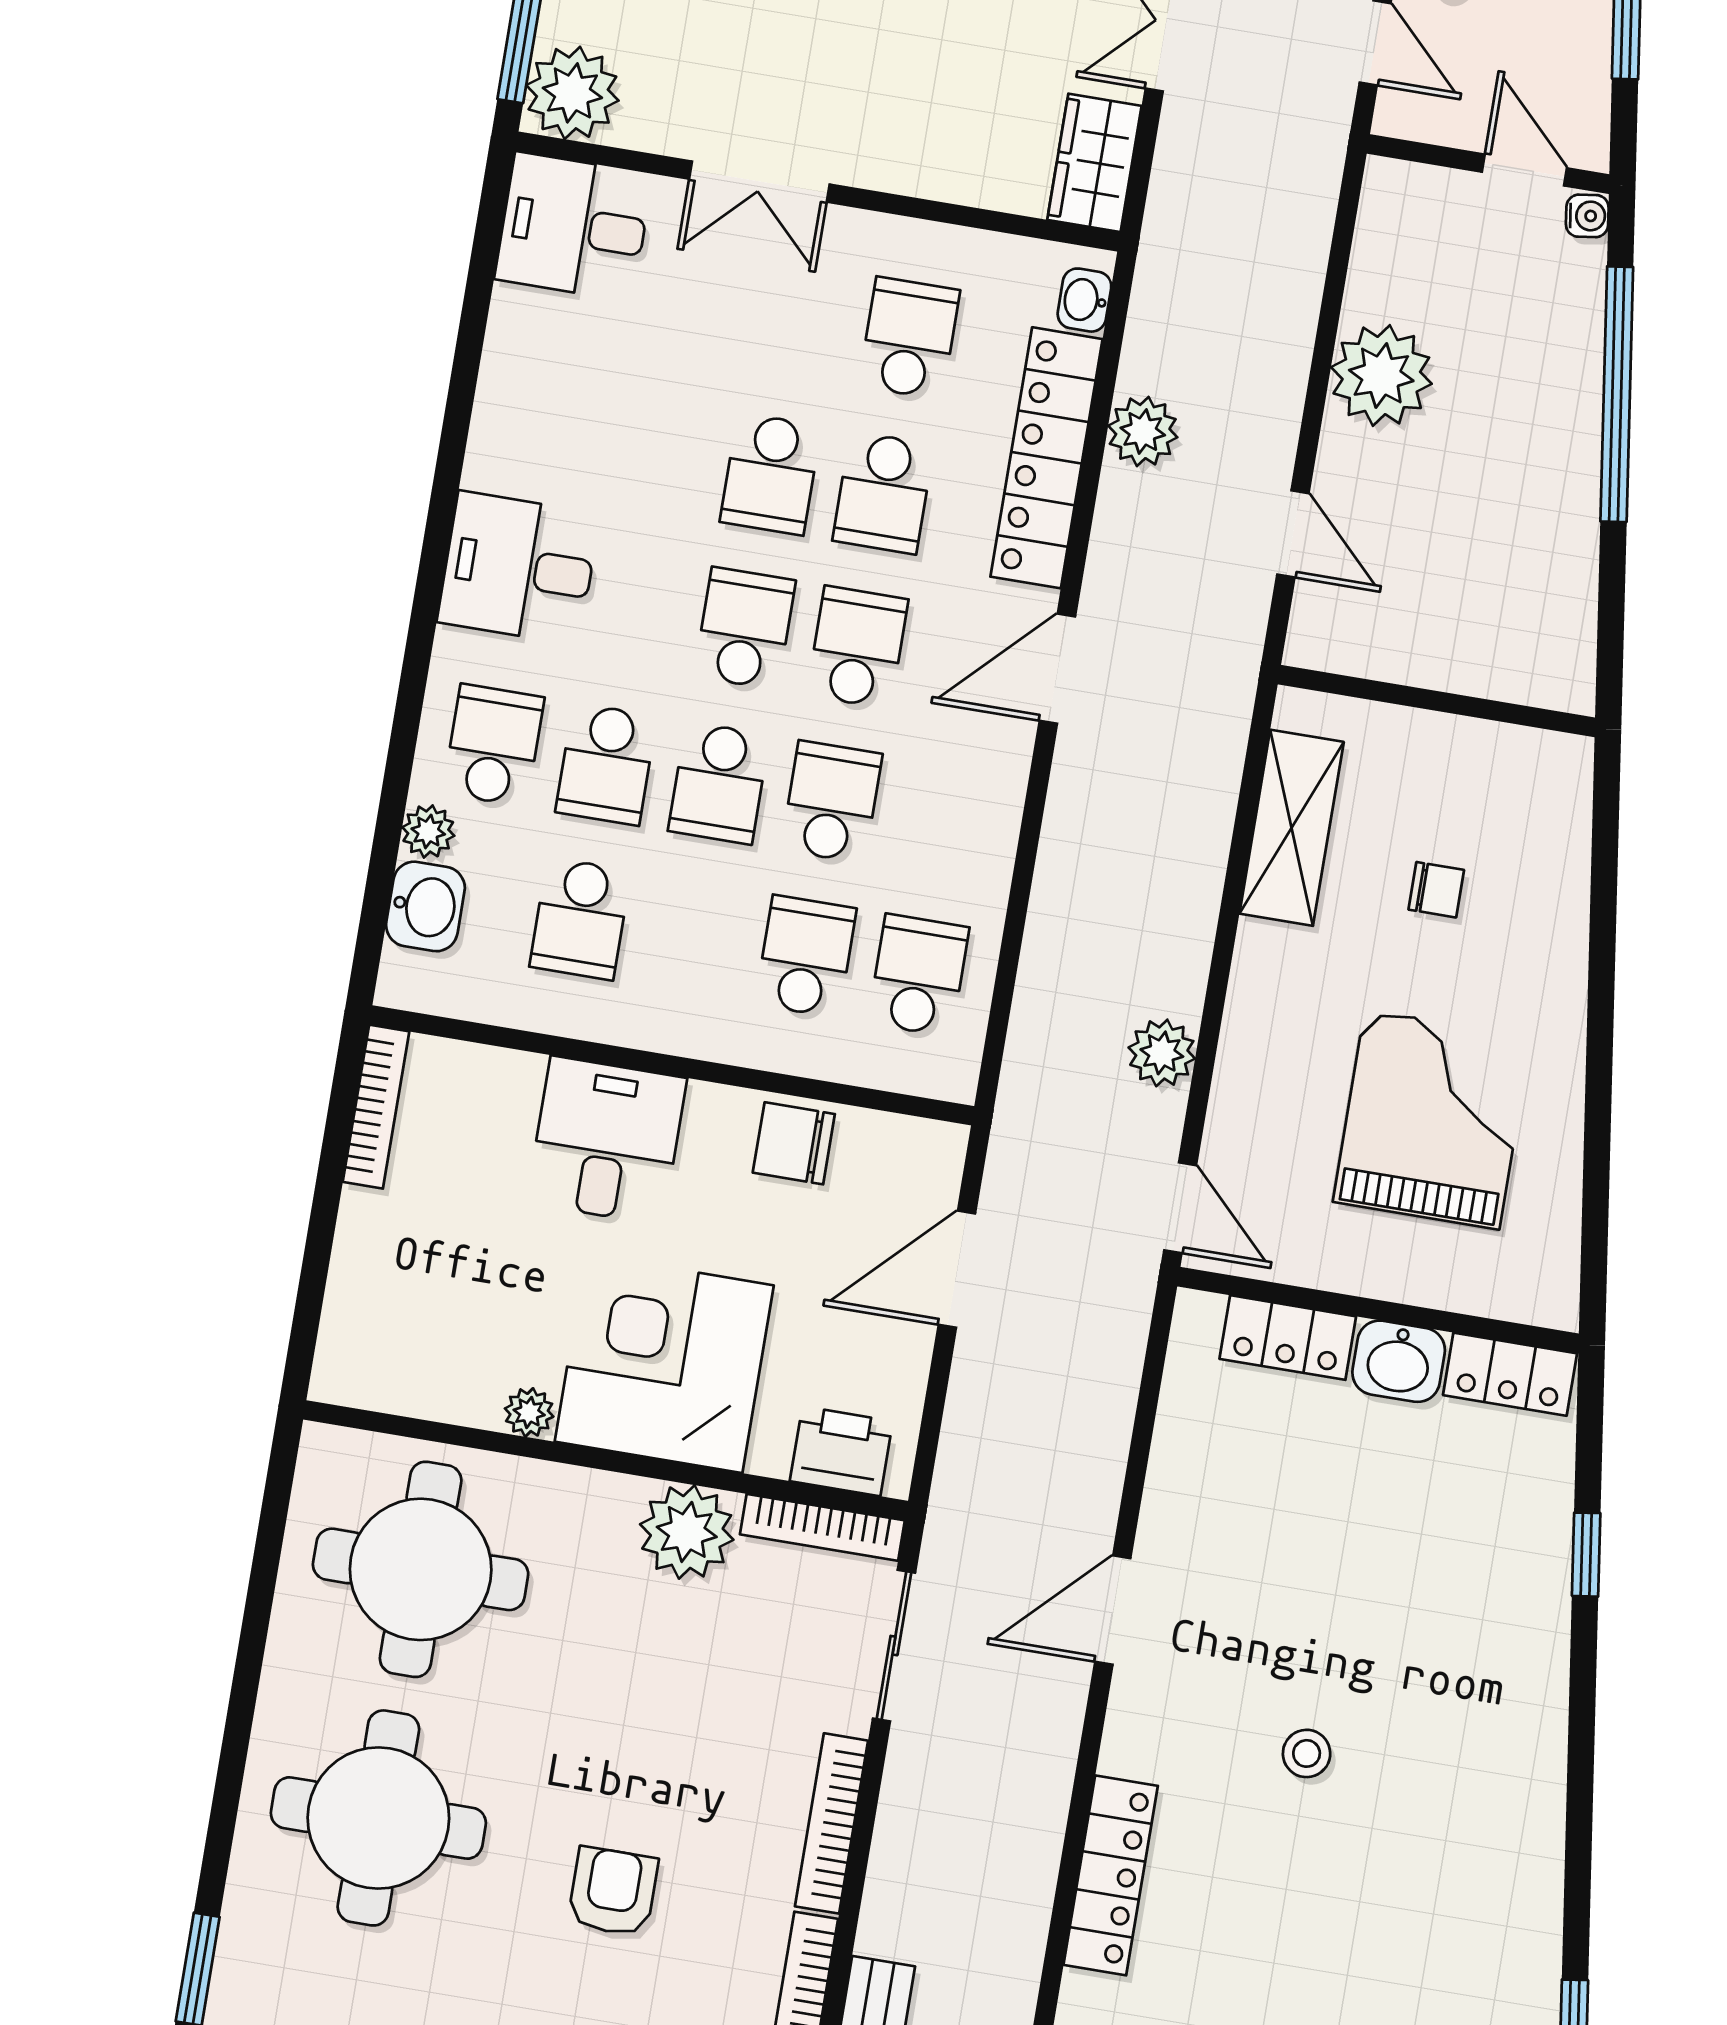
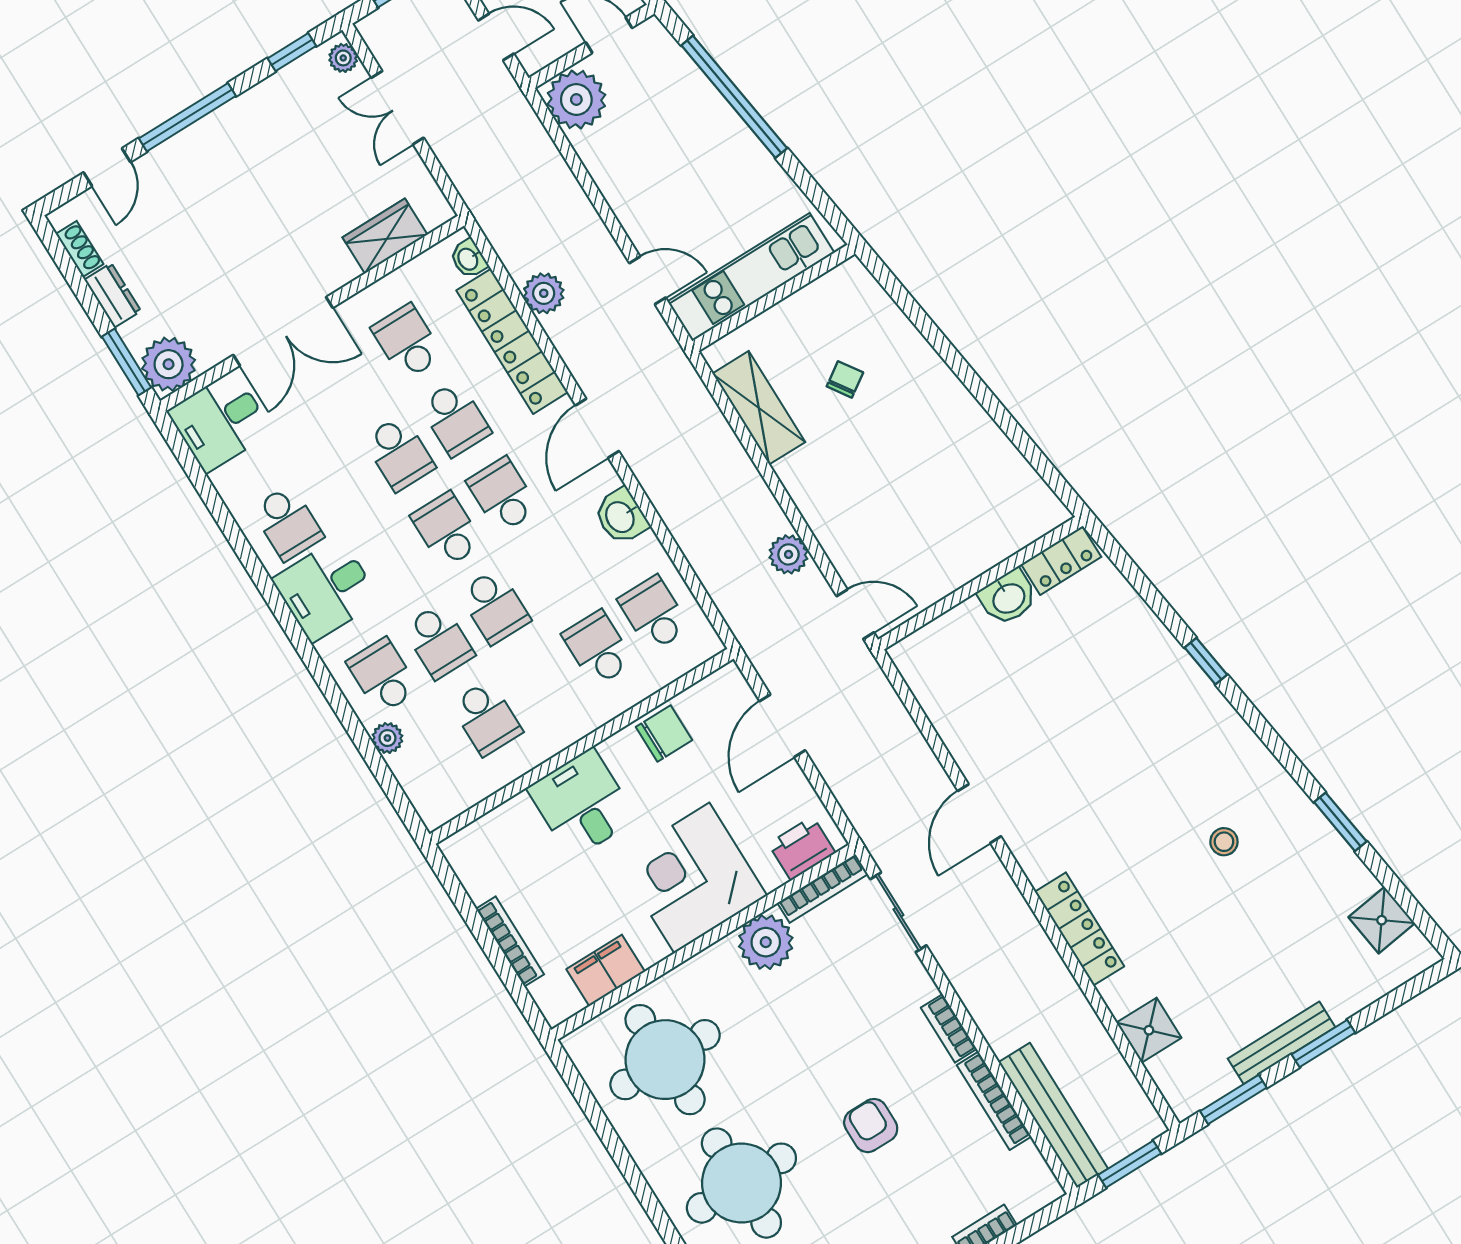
wardrobe: (1094, 163) -> (385, 236), moved, turned 90
double door: (759, 182) -> (283, 331), width x1.37
water cooler: (1587, 216) -> (654, 31), removed
plant: (1381, 376) -> (576, 99), moved
kitchen unit: (1431, 648) -> (751, 277), added
school desk: (832, 802) -> (287, 523), moved, turned 180
chair: (1436, 890) -> (845, 379), turned -34
washbasin: (425, 906) -> (621, 516), moved, turned 180
bookcase: (376, 1107) -> (510, 942), moved
grand piano: (1432, 1120) -> (931, 480), removed
chair: (794, 1143) -> (664, 734), turned 180
locker: (1288, 1338) -> (951, 629), removed
filing cabinet: (446, 1385) -> (606, 970), added
plant: (529, 1412) -> (652, 951), removed
window: (1586, 1555) -> (1206, 661), moved
stool: (1307, 1753) -> (1224, 842), moved
bookcase: (831, 1823) -> (949, 1028), width x0.64

